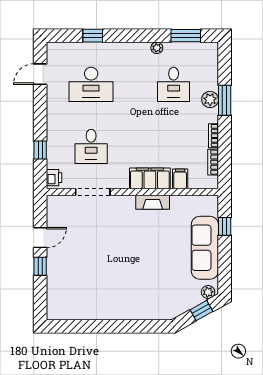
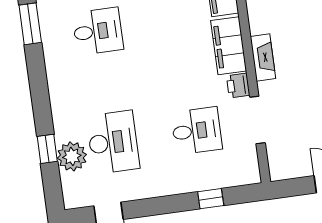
plant: (157, 48) -> (72, 156), moved, width x1.88, depth x1.88
printer: (54, 178) -> (238, 85), moved, turned -90
fireplace: (153, 202) -> (263, 58), moved

